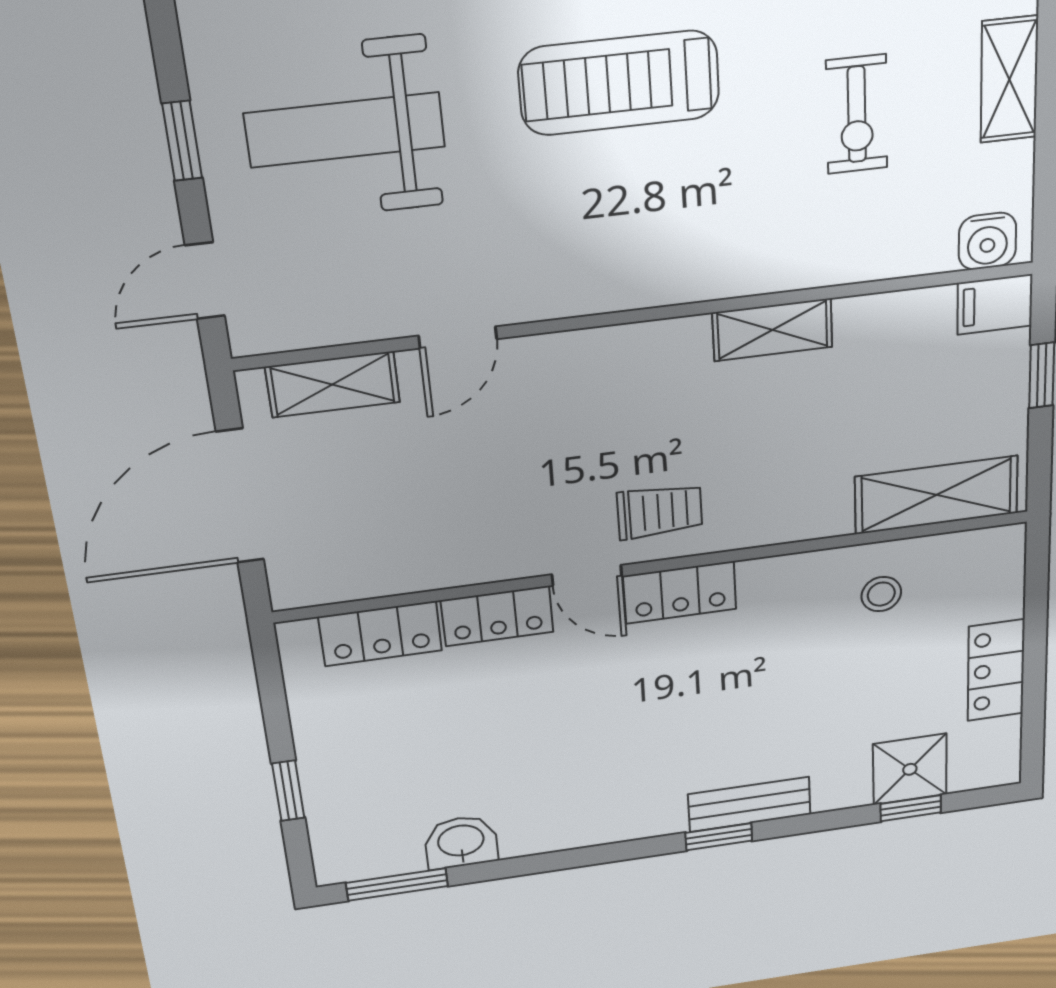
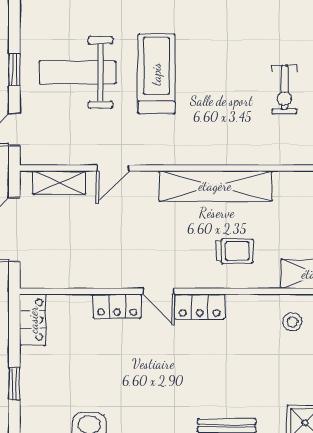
treadmill: (619, 83) -> (156, 74), moved, turned 90
shelving: (773, 330) -> (215, 186), width x2.20, depth x1.33
trolley: (660, 511) -> (235, 251), moved
locker: (380, 634) -> (33, 320), moved, turned -90

